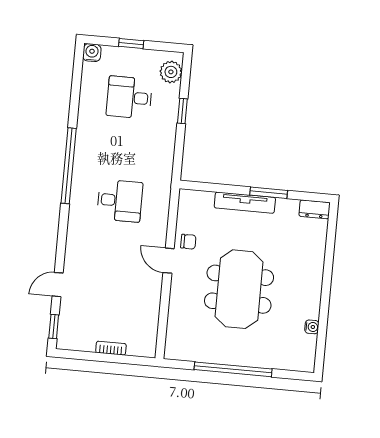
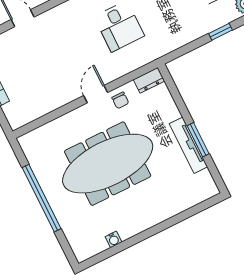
tv unit: (245, 203) -> (188, 145), moved
dresser: (315, 209) -> (149, 80), moved, turned -90
meeting table: (239, 289) -> (108, 164), width x1.36

